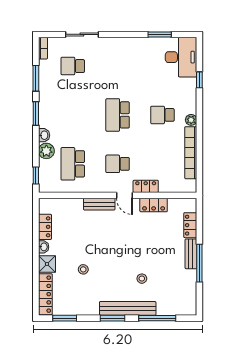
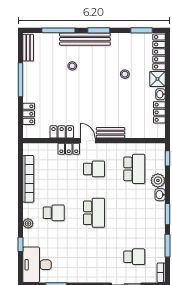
plant: (191, 120) -> (28, 223), moved
bench: (191, 254) -> (28, 48), moved

